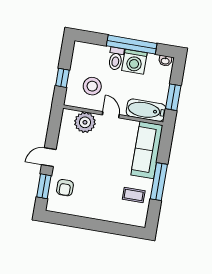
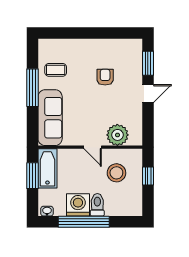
bathtub: (146, 110) -> (47, 168), moved, turned -90
armchair: (65, 188) -> (105, 77), moved

